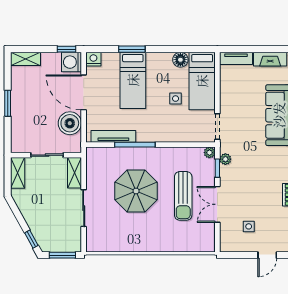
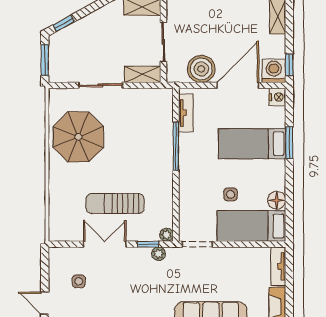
tv unit: (113, 136) -> (186, 113), width x0.71
parasol: (136, 191) -> (78, 137), moved

